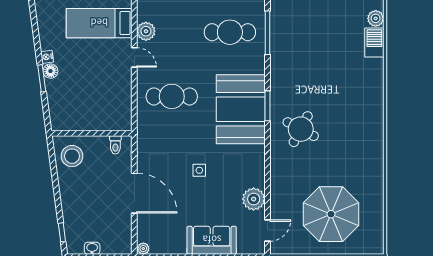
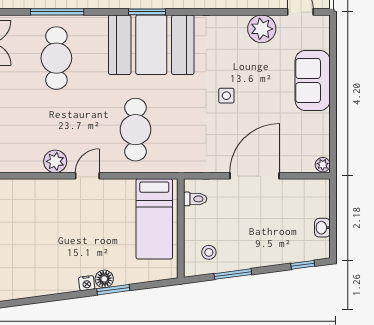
bed: (99, 23) -> (154, 219), moved
stool: (72, 156) -> (209, 252), width x0.53, depth x0.53
window: (54, 176) -> (233, 274), added

